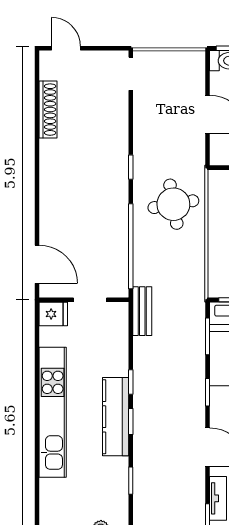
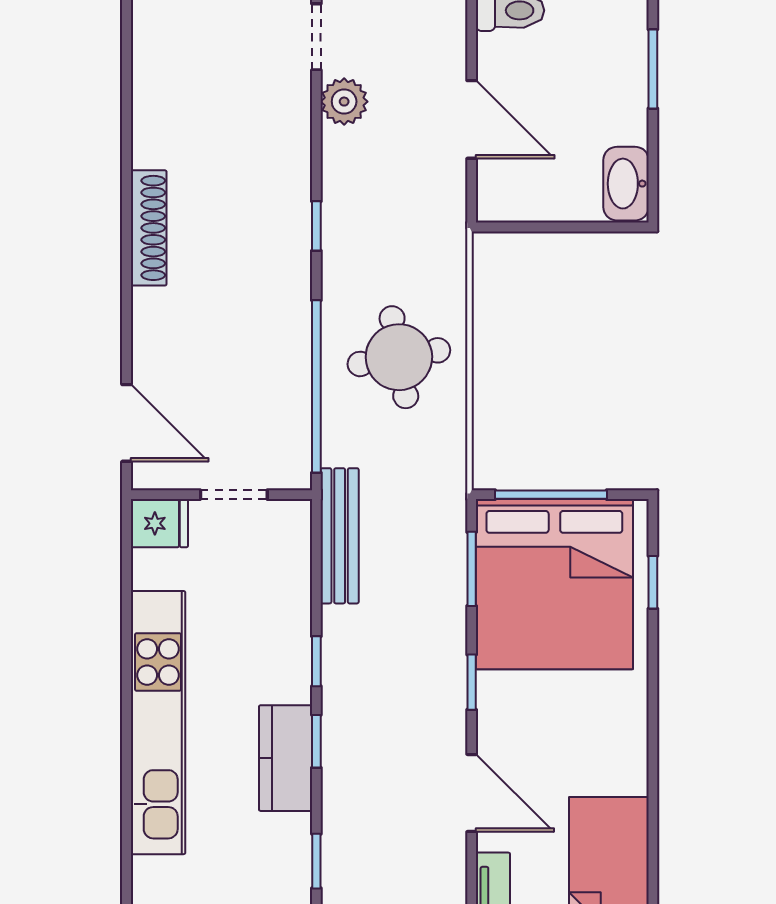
plant: (144, 106) -> (344, 102), added
shoe rack: (48, 110) -> (149, 228), moved
round table: (173, 204) -> (399, 357), moved
bench: (142, 311) -> (340, 536), width x1.36
kitchen counter: (116, 417) -> (286, 758), width x0.67

